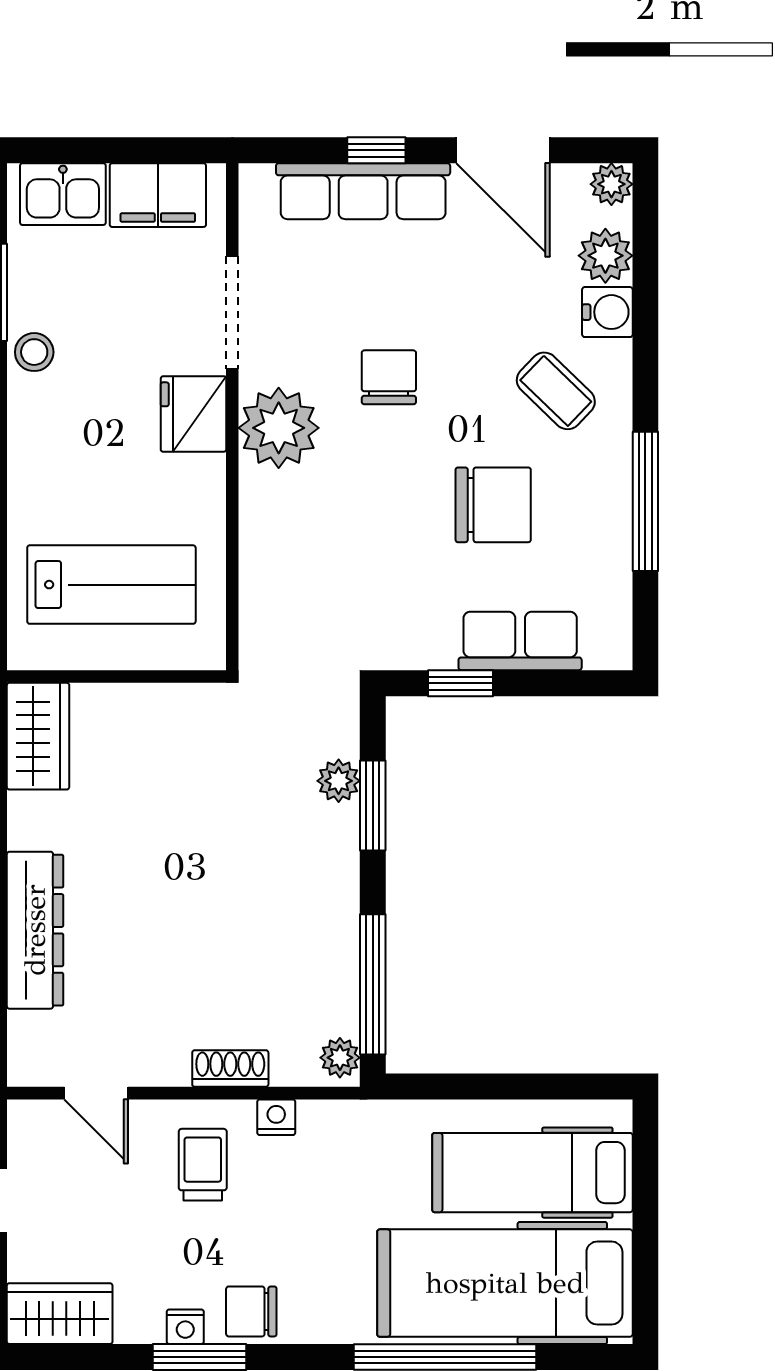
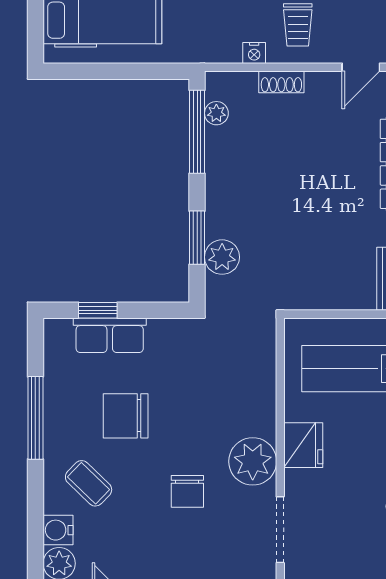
fridge: (193, 414) -> (303, 445), moved
window: (461, 683) -> (98, 310), moved
plant: (339, 781) -> (222, 257), width x1.38, depth x1.38
plant: (340, 1058) -> (216, 113), moved
door: (96, 1093) -> (361, 67), swing flipped

